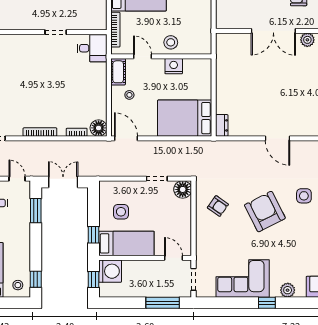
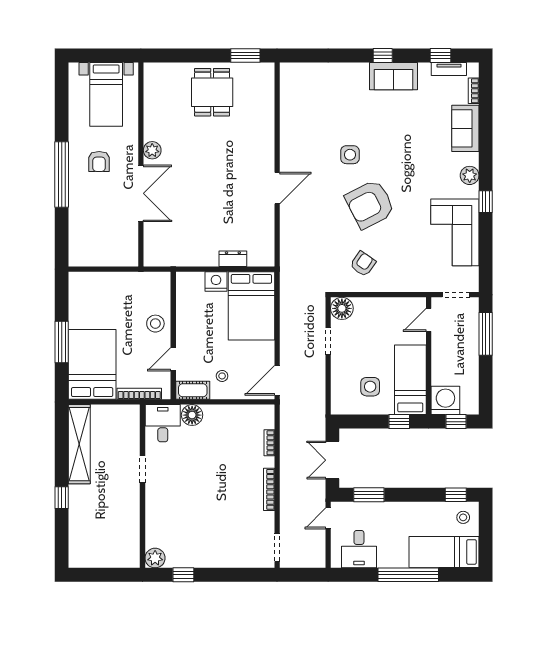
nightstand: (174, 66) -> (216, 282), moved, turned 90
dresser: (222, 125) -> (233, 259), moved
floor lamp: (99, 128) -> (192, 415), moved

